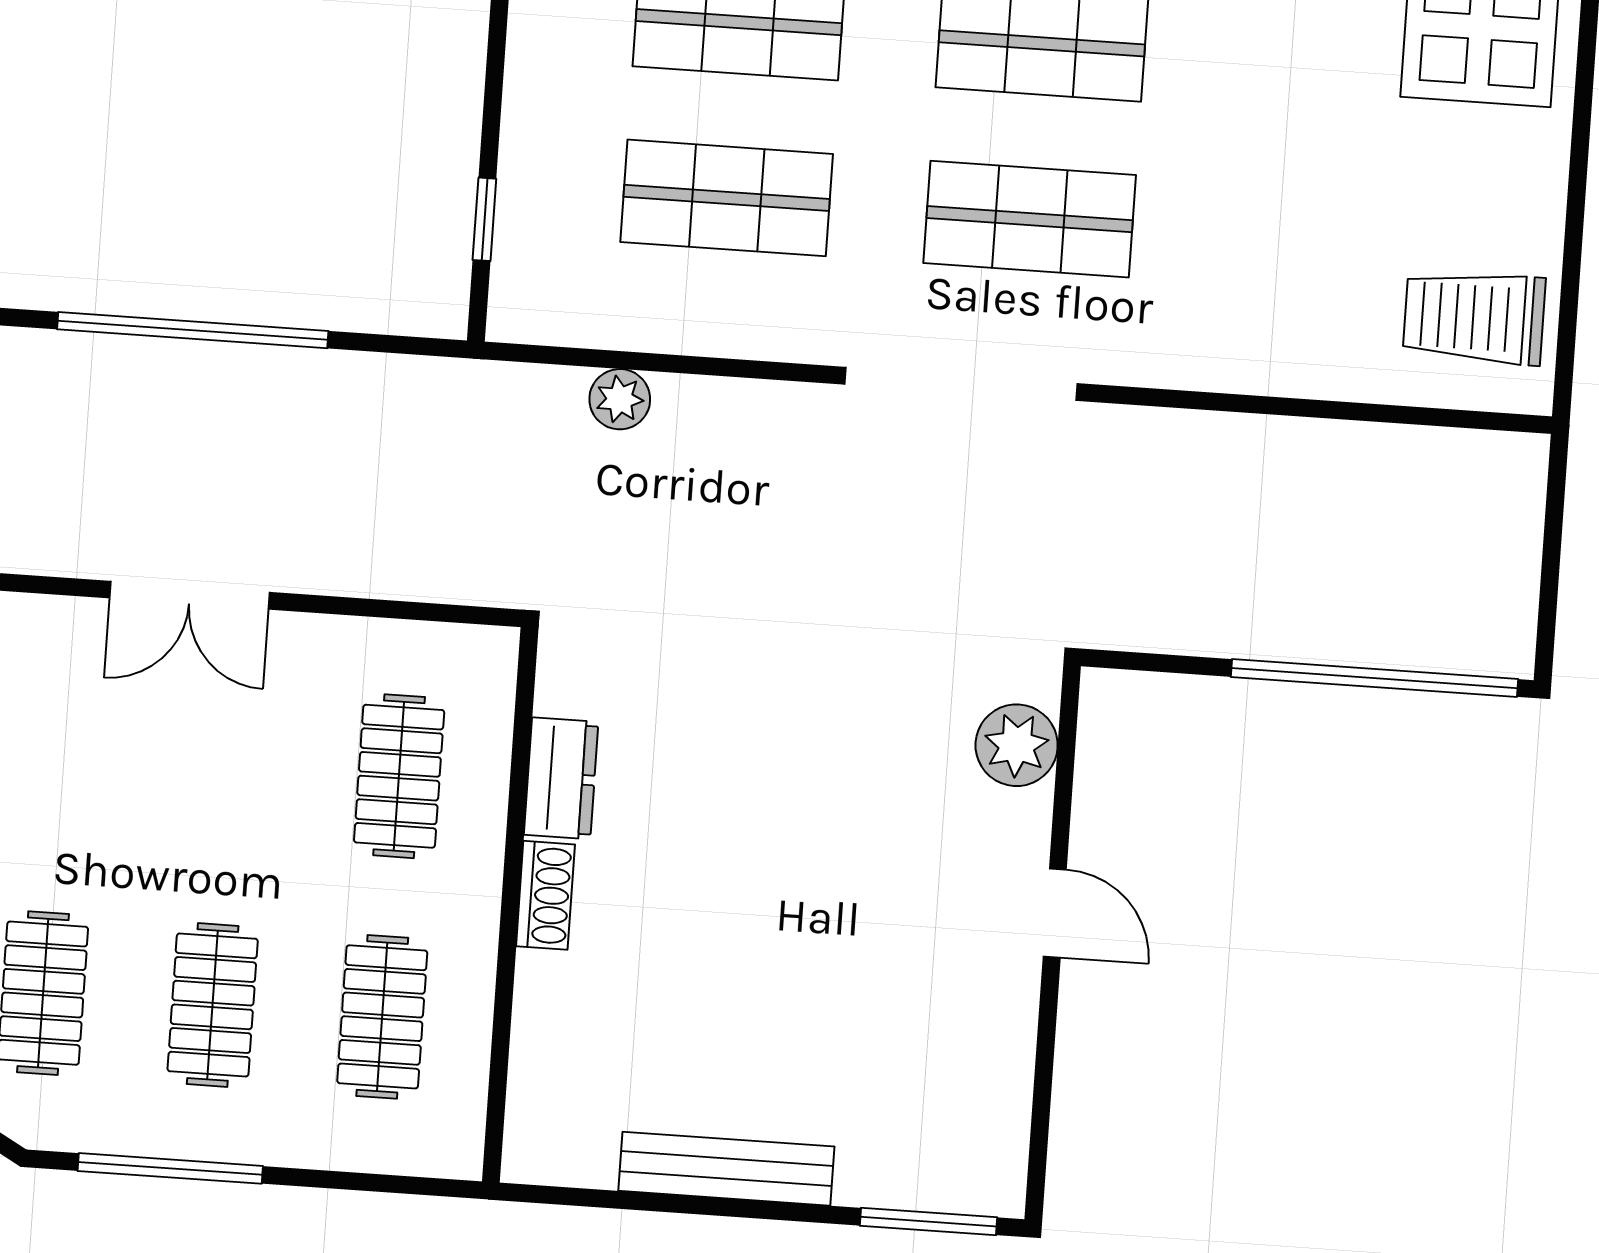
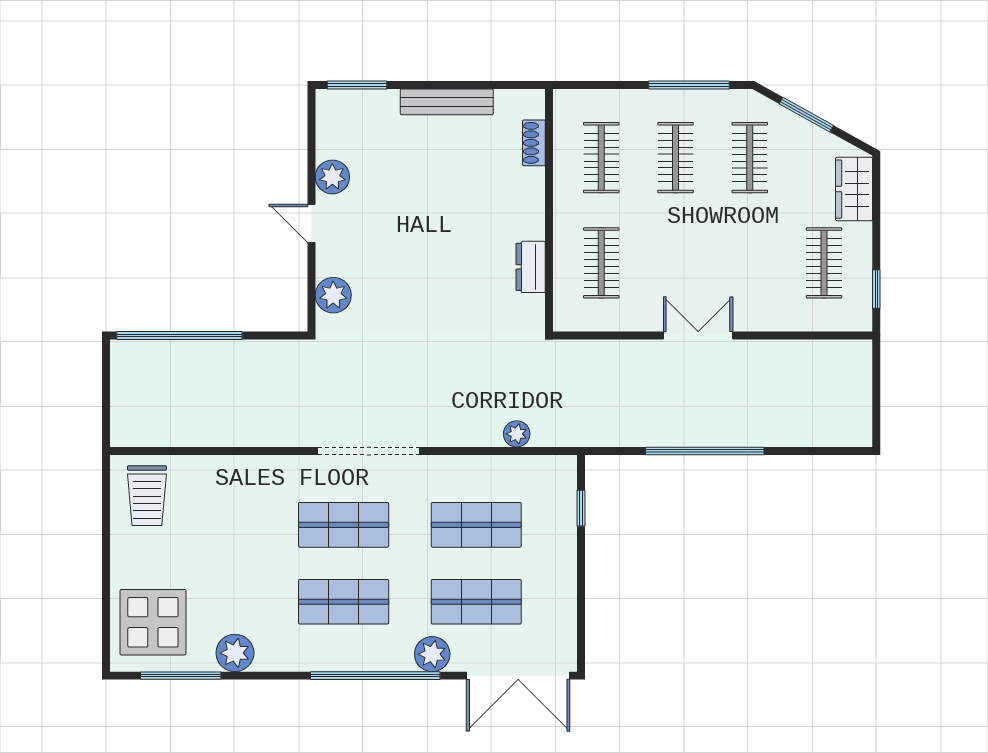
trolley: (1474, 317) -> (147, 496), turned 90
shoe rack: (545, 895) -> (534, 143), moved
plant: (1000, 1016) -> (332, 177), added

